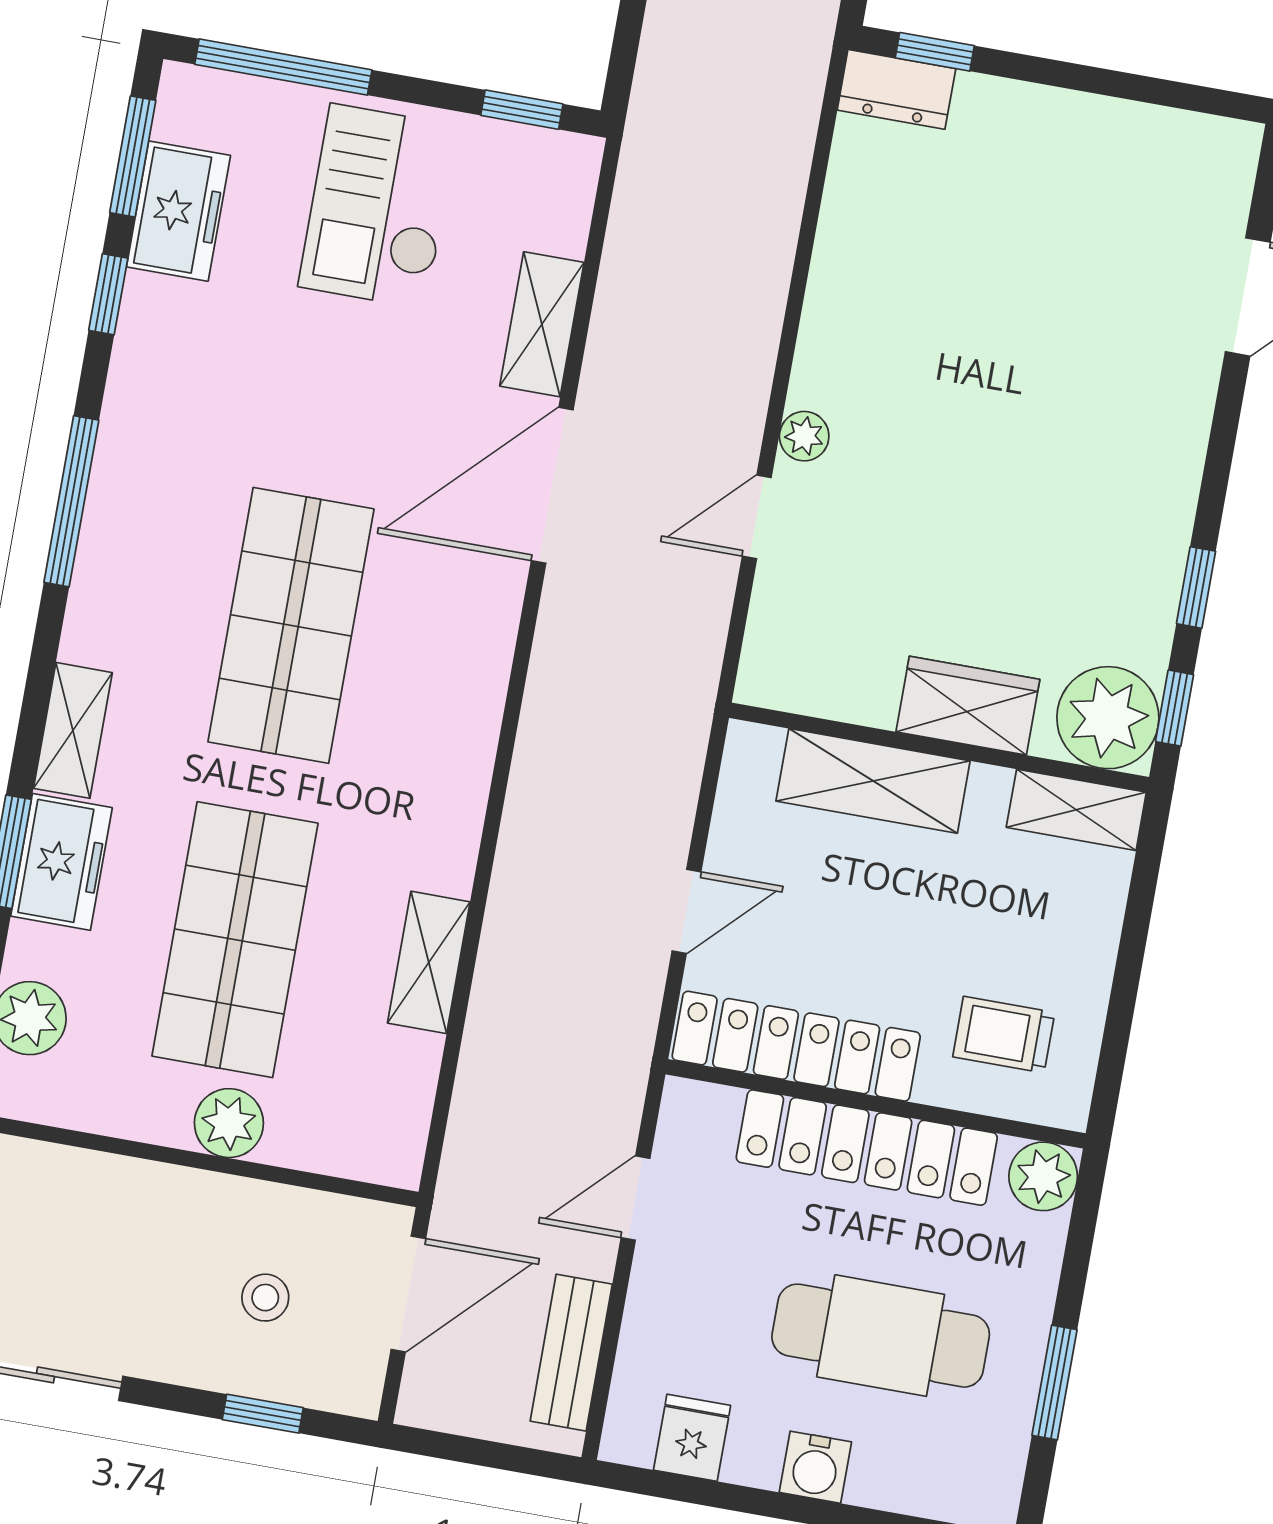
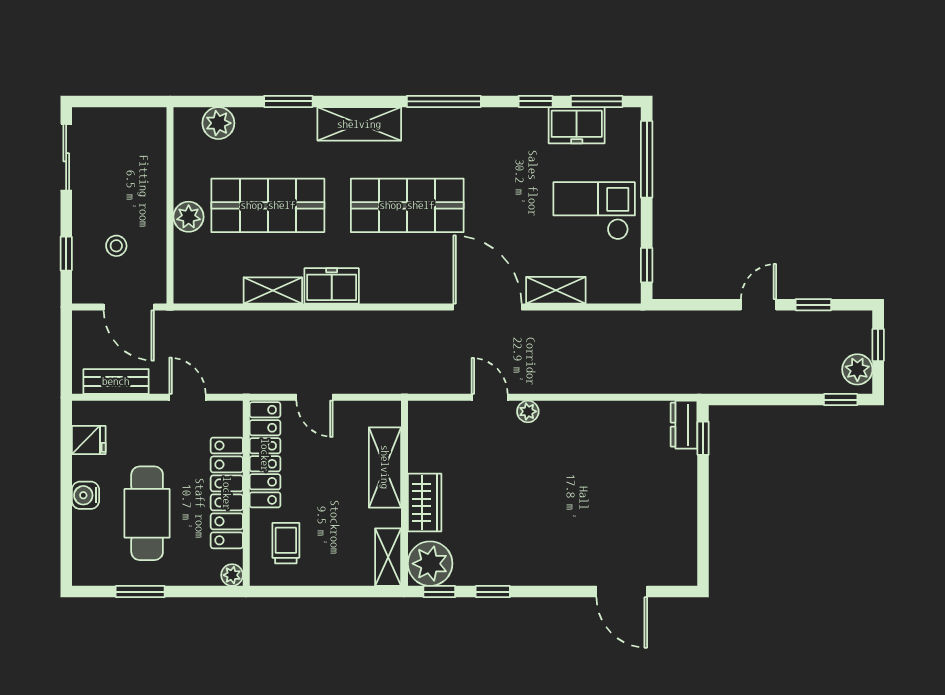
shelving: (73, 730) -> (359, 124), width x1.50, depth x1.33
freezer: (61, 862) -> (332, 286), moved, turned 180
plant: (1043, 1176) -> (232, 575), width x0.73, depth x0.73

